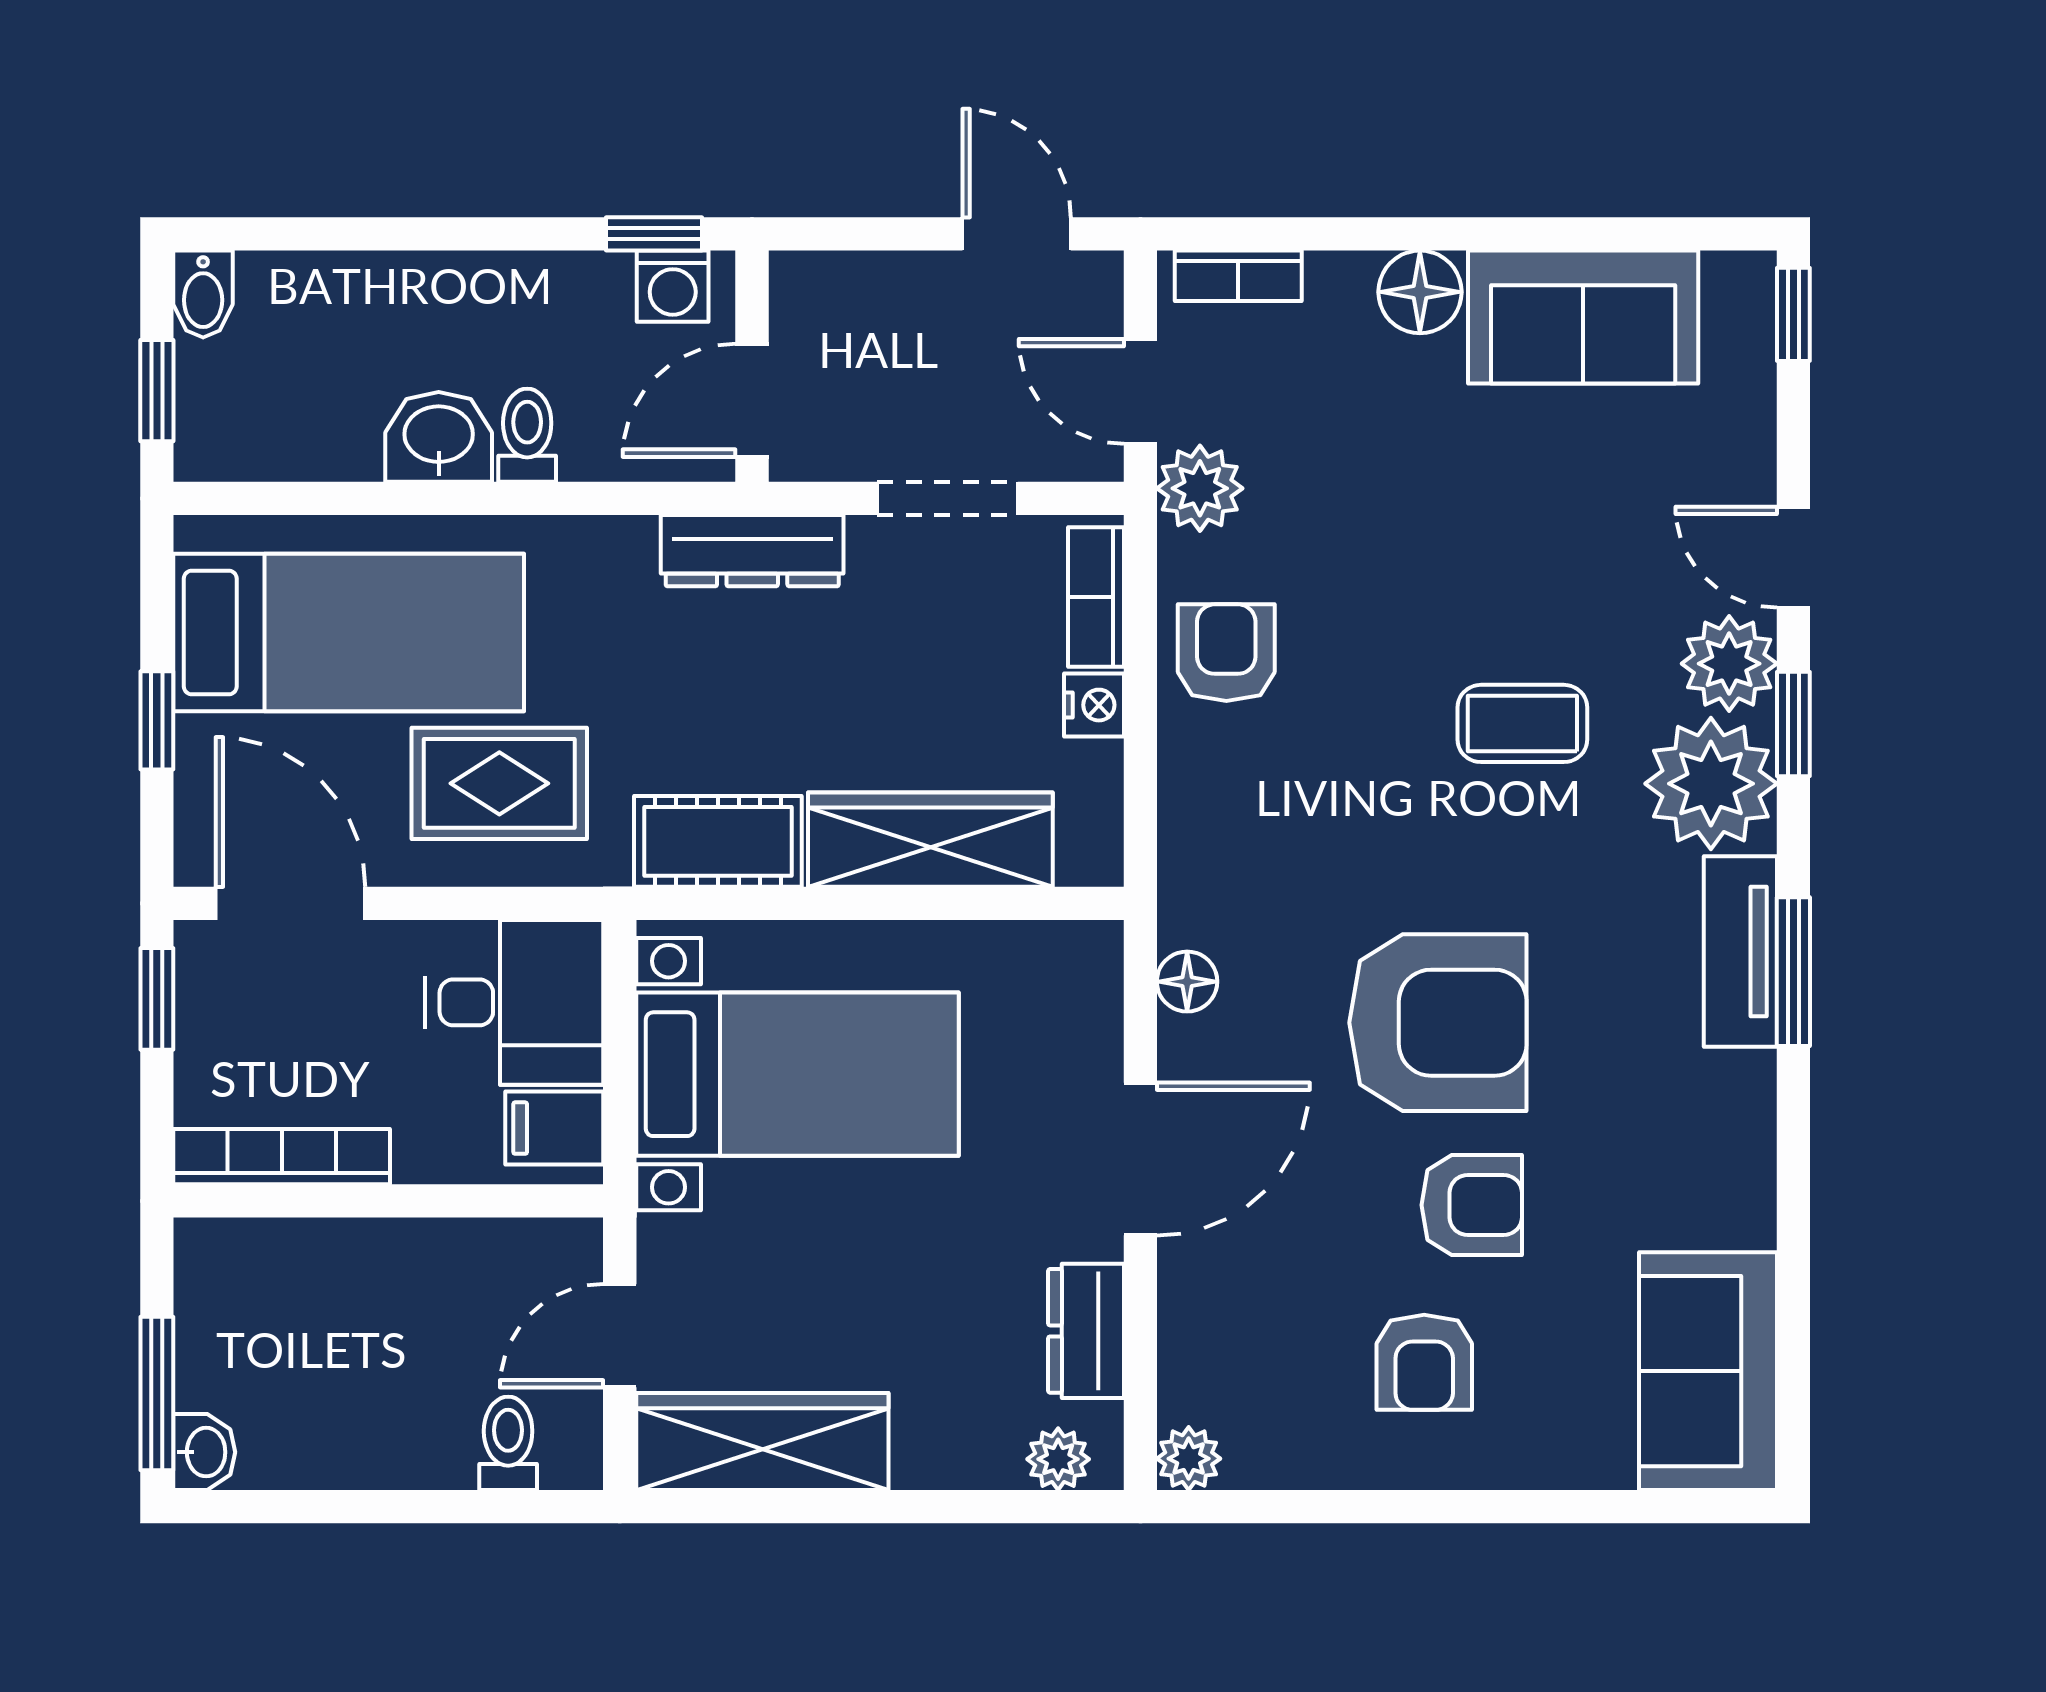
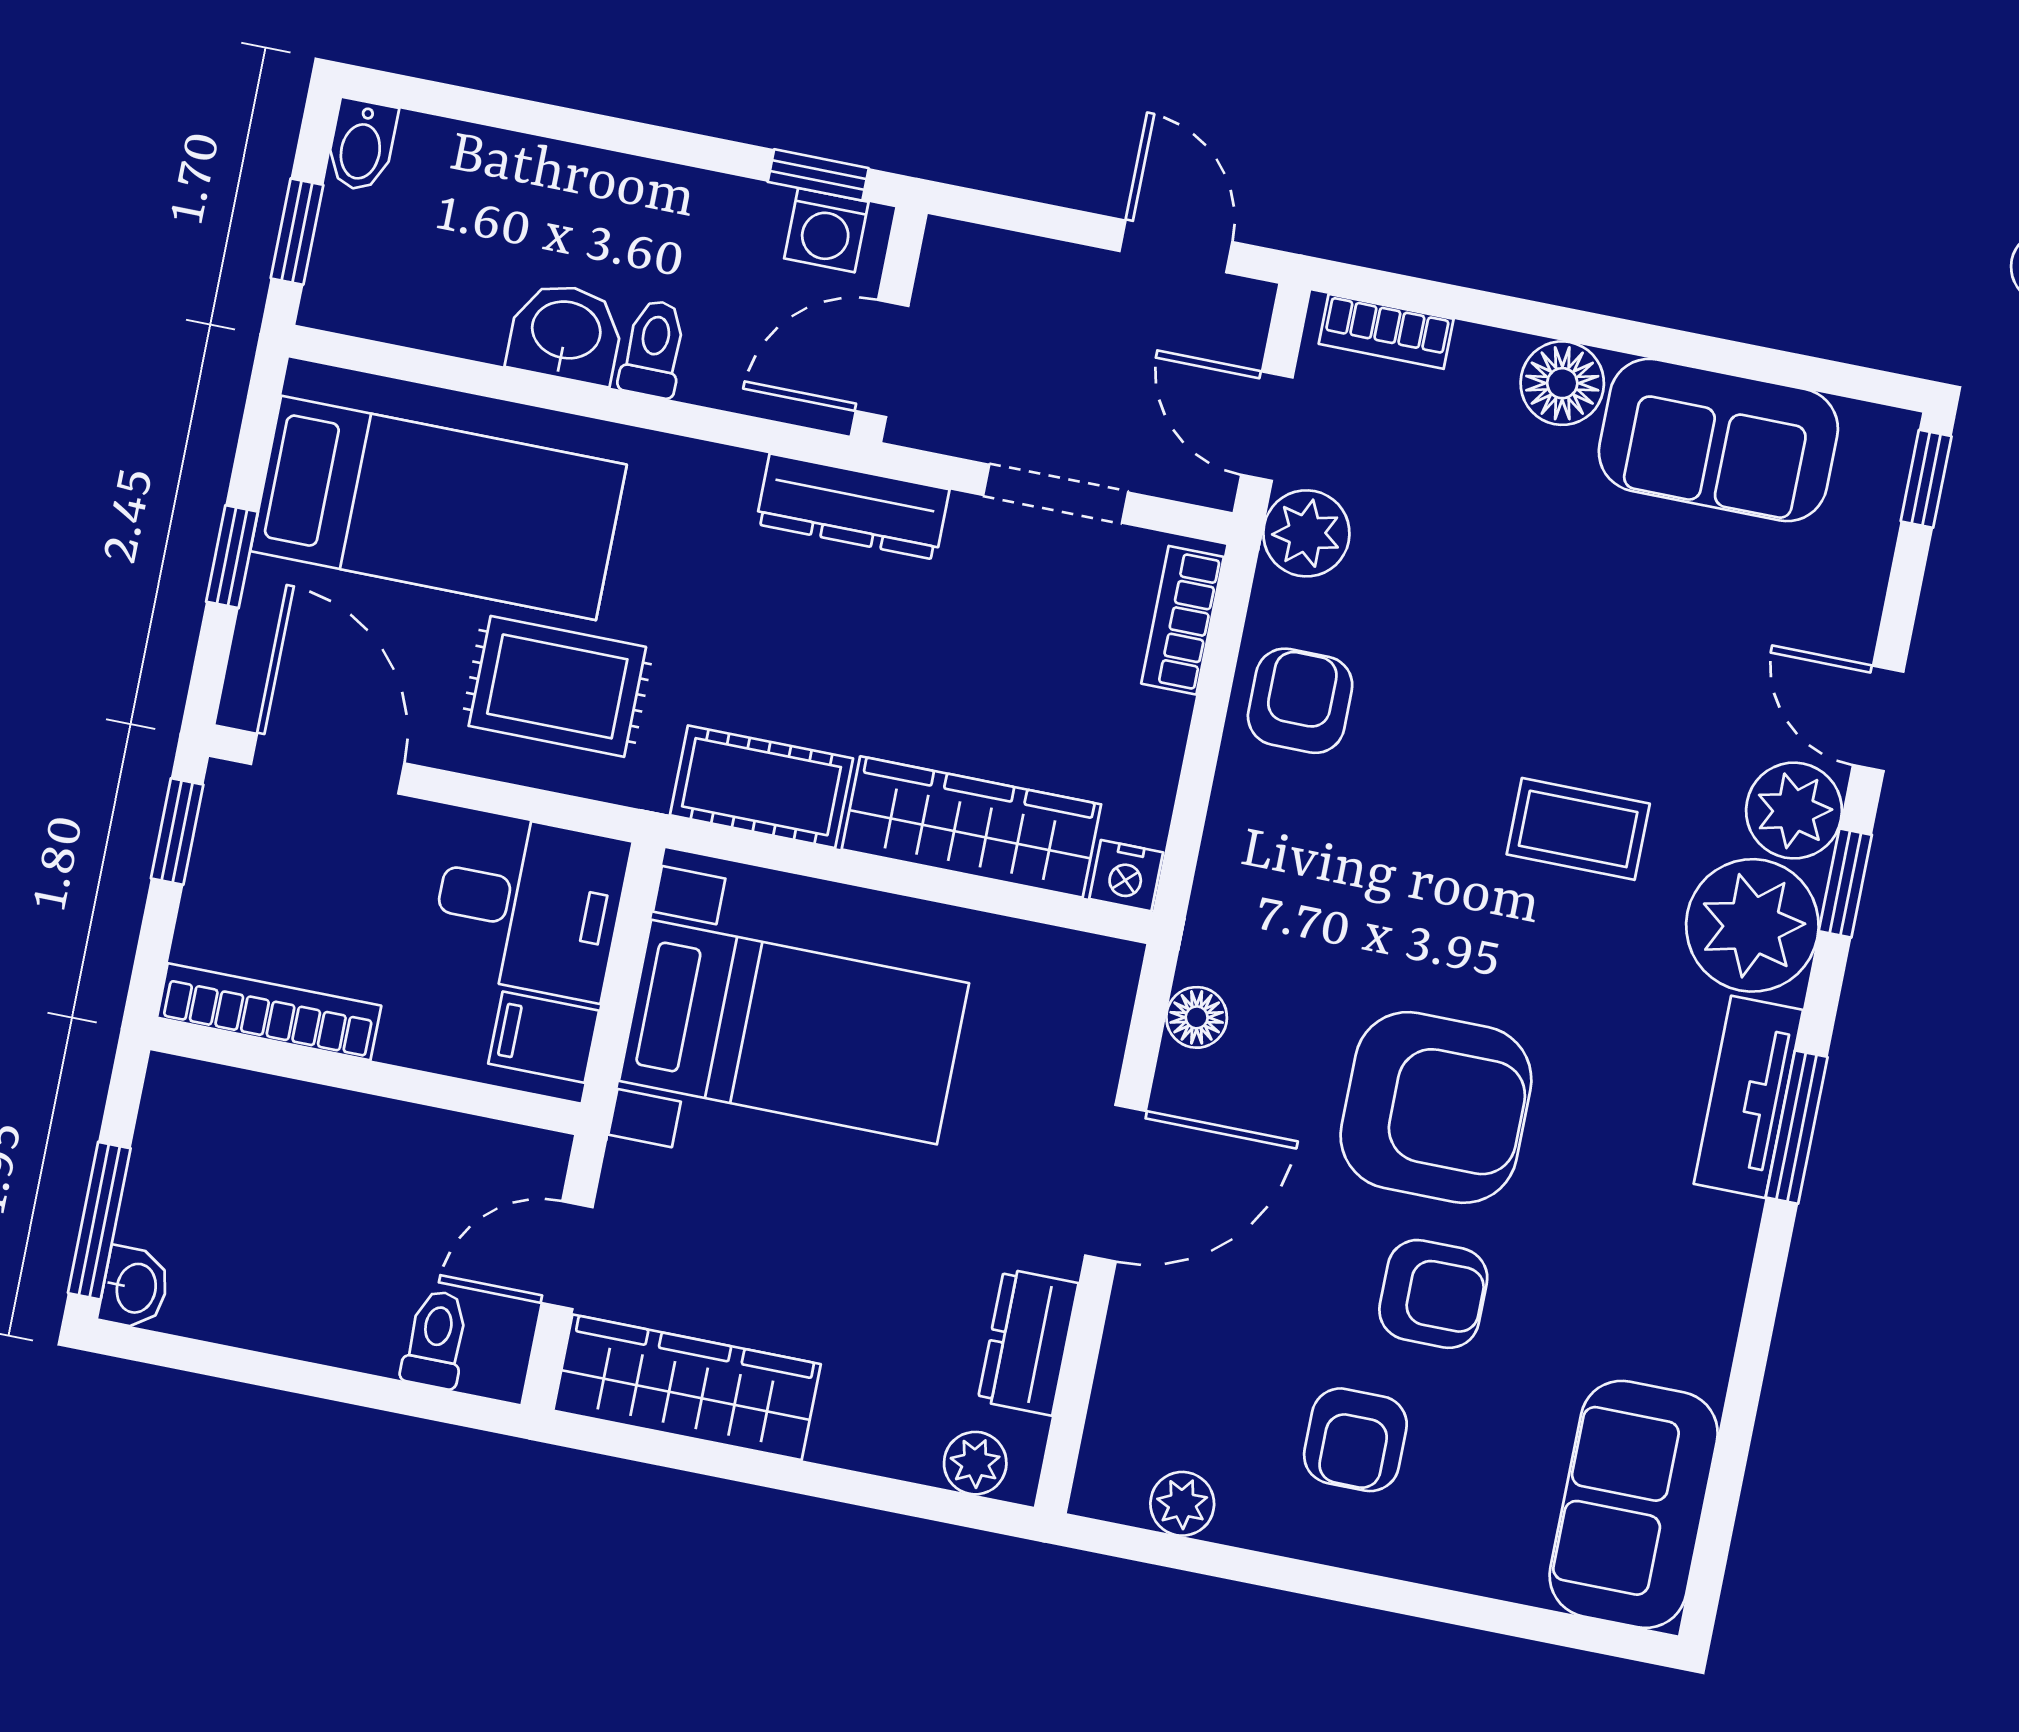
nightstand: (1094, 705) -> (1126, 876), moved, turned 90
plant: (1189, 1459) -> (1182, 1504), moved

